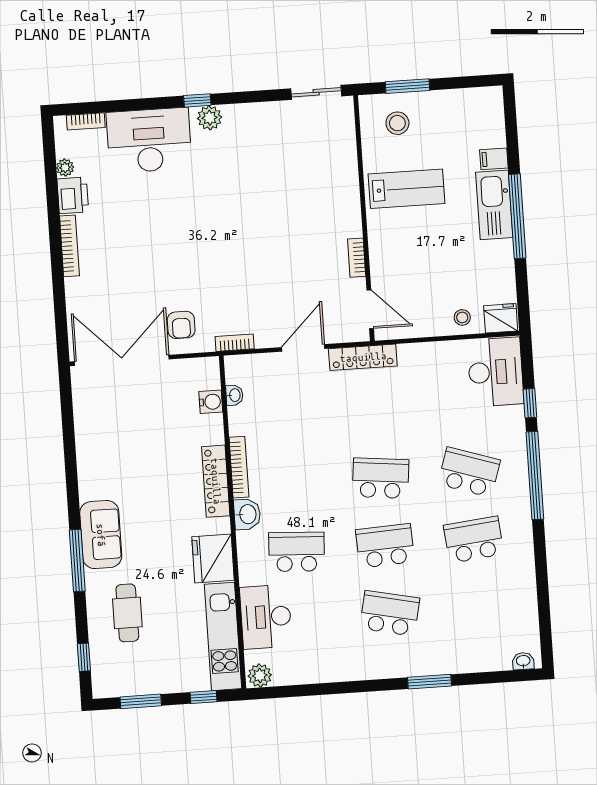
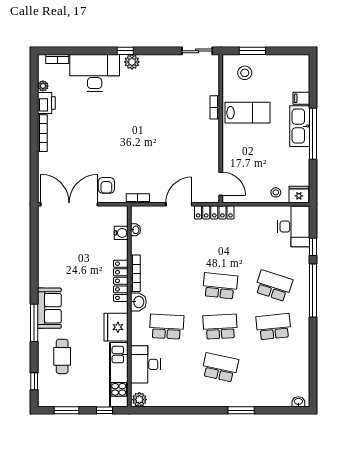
bookcase: (357, 258) -> (215, 107), moved

